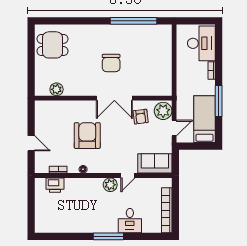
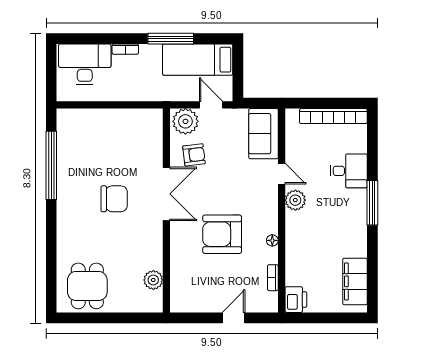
printer: (55, 185) -> (296, 300), moved
filing cabinet: (56, 225) -> (355, 281), added

